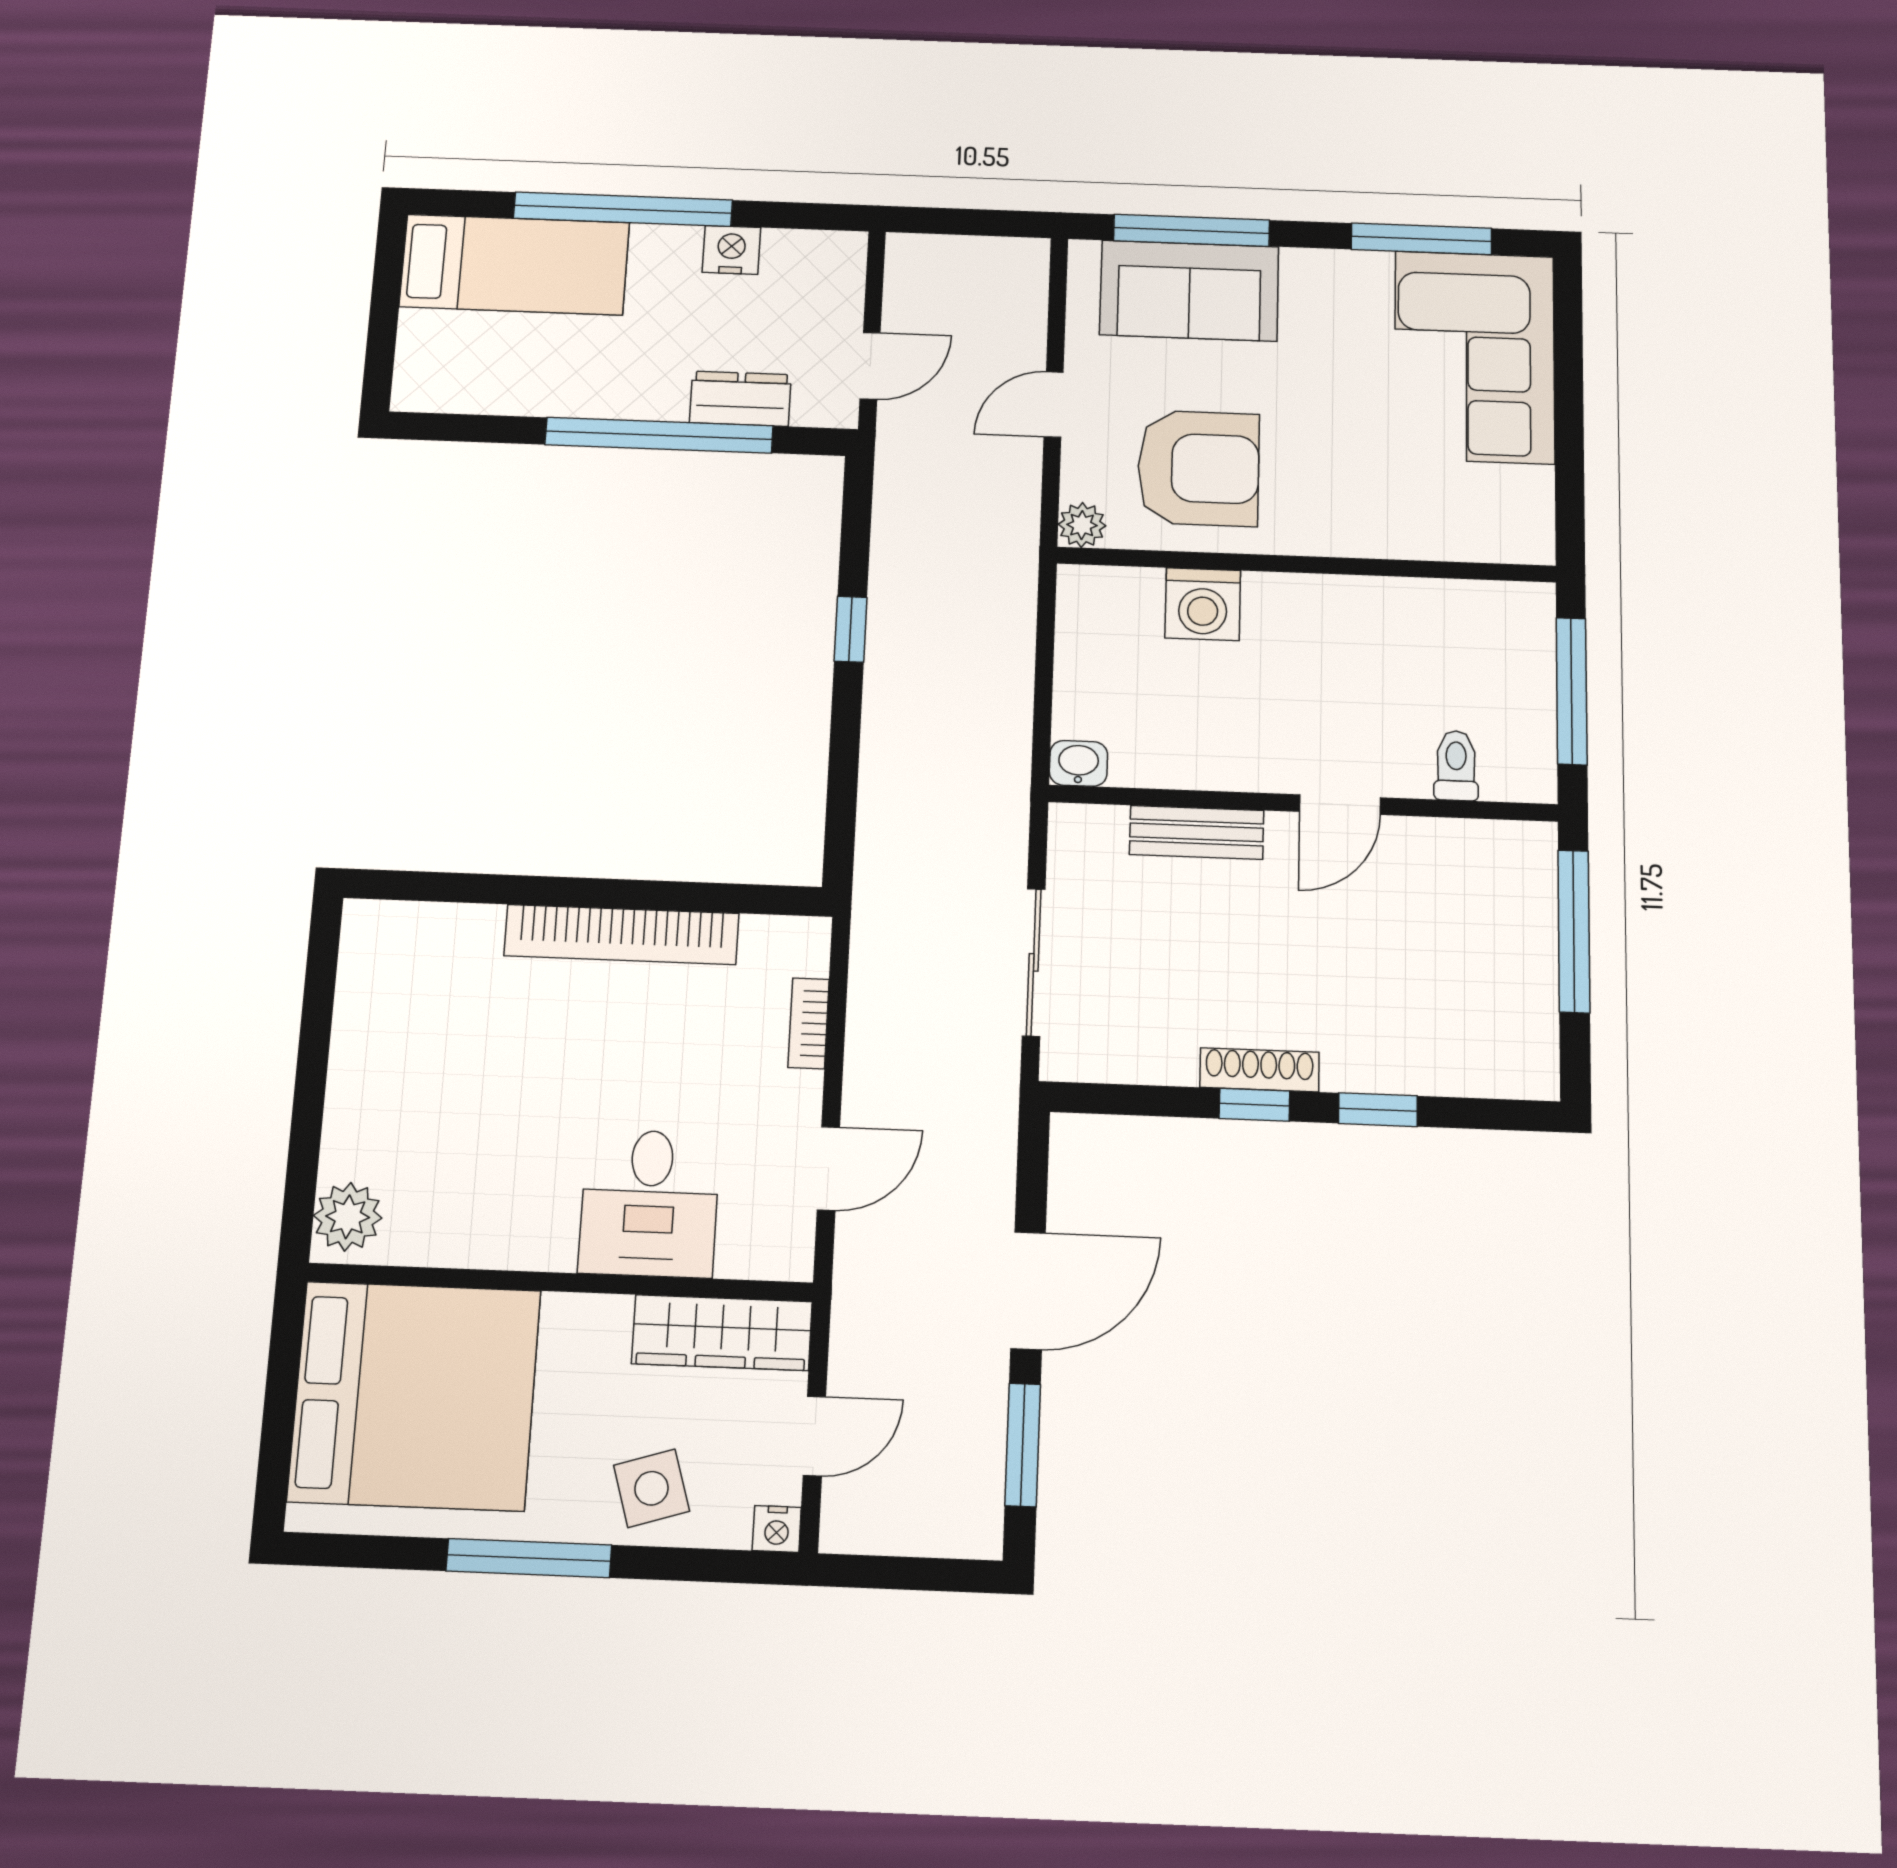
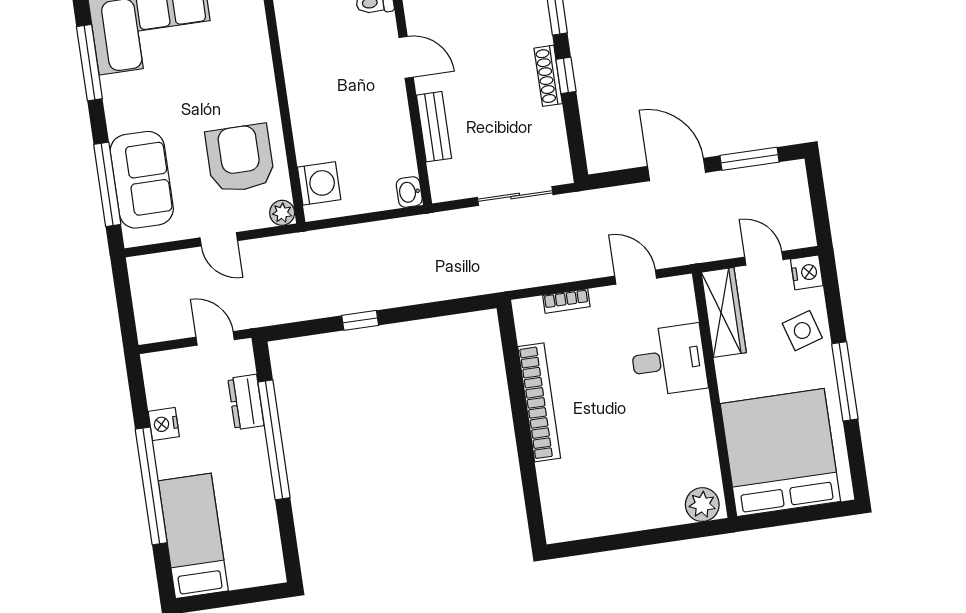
washing machine: (1203, 604) -> (319, 183), moved
nightstand: (777, 1529) -> (807, 272), width x1.39, depth x1.35

